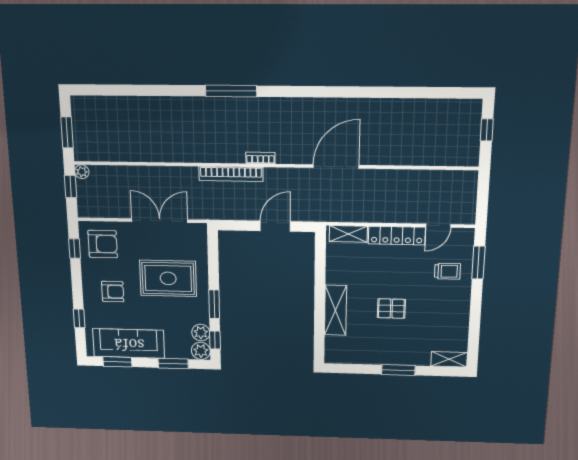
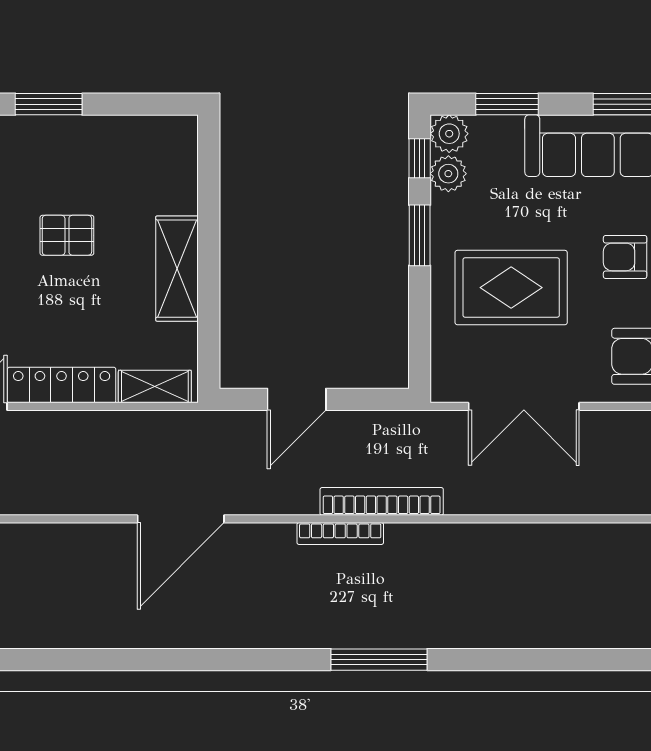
bookcase: (260, 158) -> (340, 534), width x1.56
shelving: (335, 310) -> (177, 269), moved

